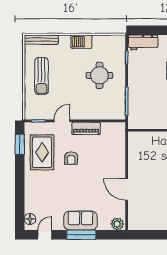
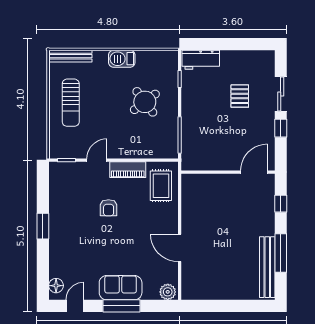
round table: (99, 75) -> (145, 102), turned -37
window: (20, 144) -> (43, 226), moved
rug: (42, 152) -> (161, 186), moved, width x0.73, depth x0.70

